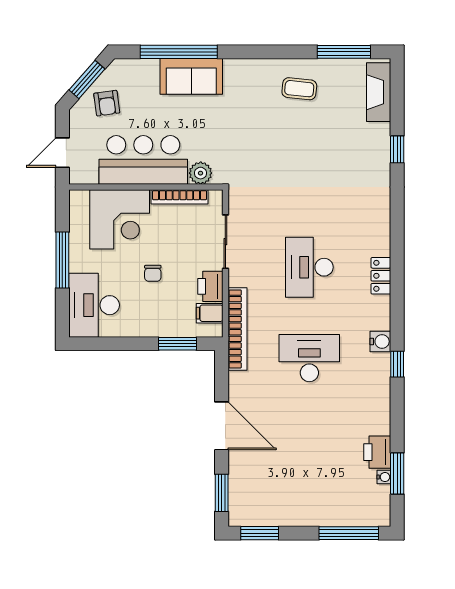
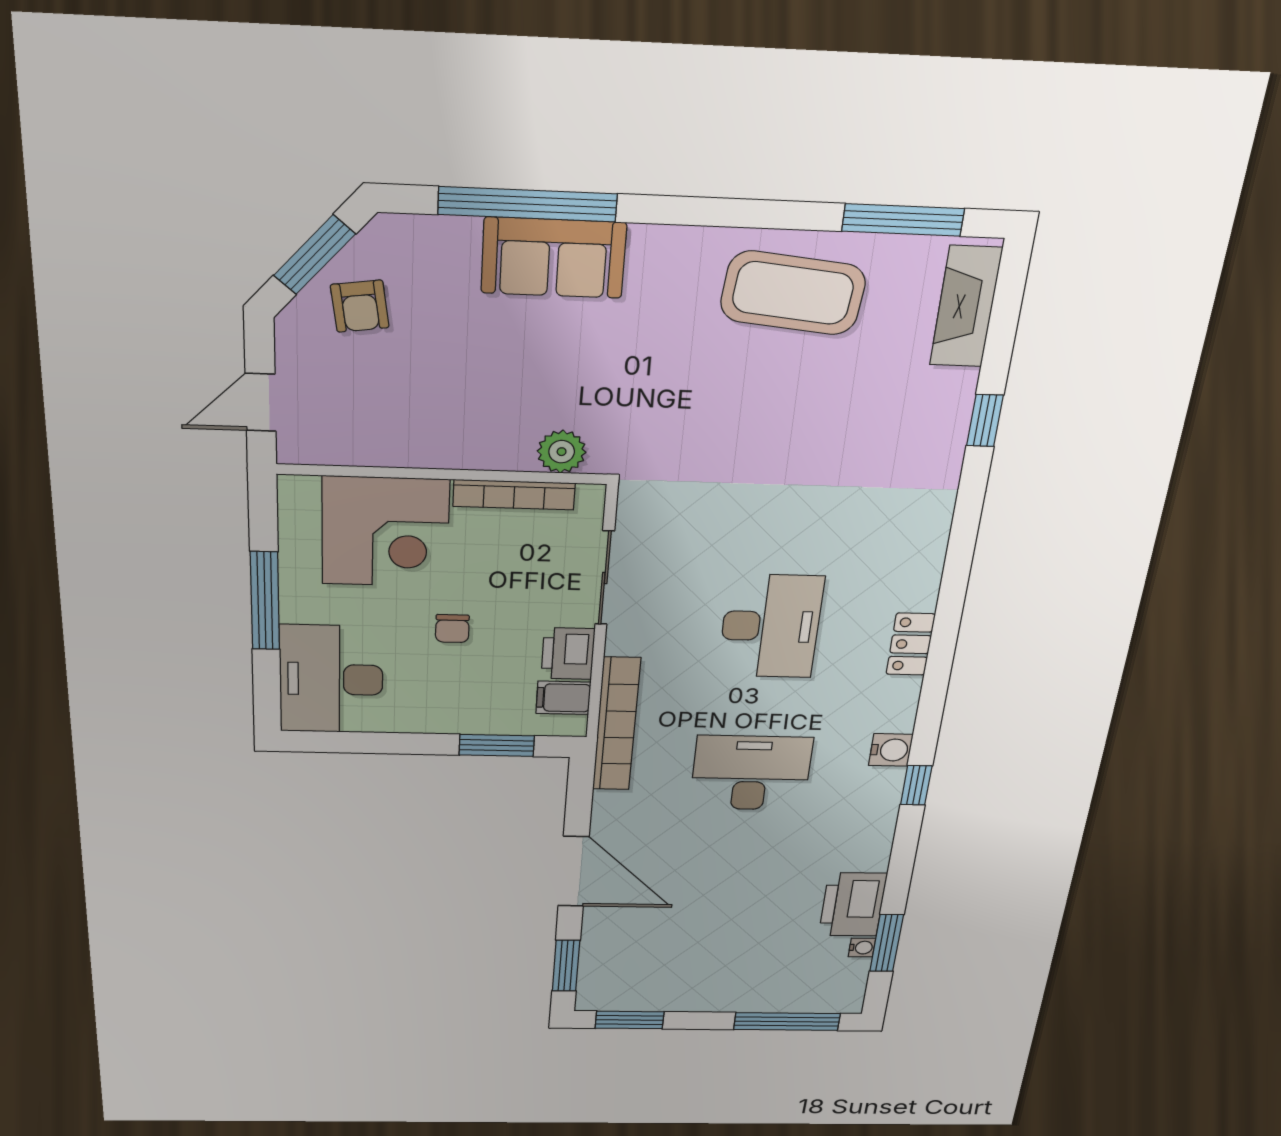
coffee table: (299, 89) -> (793, 293), width x1.86, depth x1.72
bar counter: (143, 160) -> (439, 423), removed
desk: (309, 267) -> (771, 626), turned 180
printer: (377, 452) -> (853, 905), width x1.37, depth x1.19

